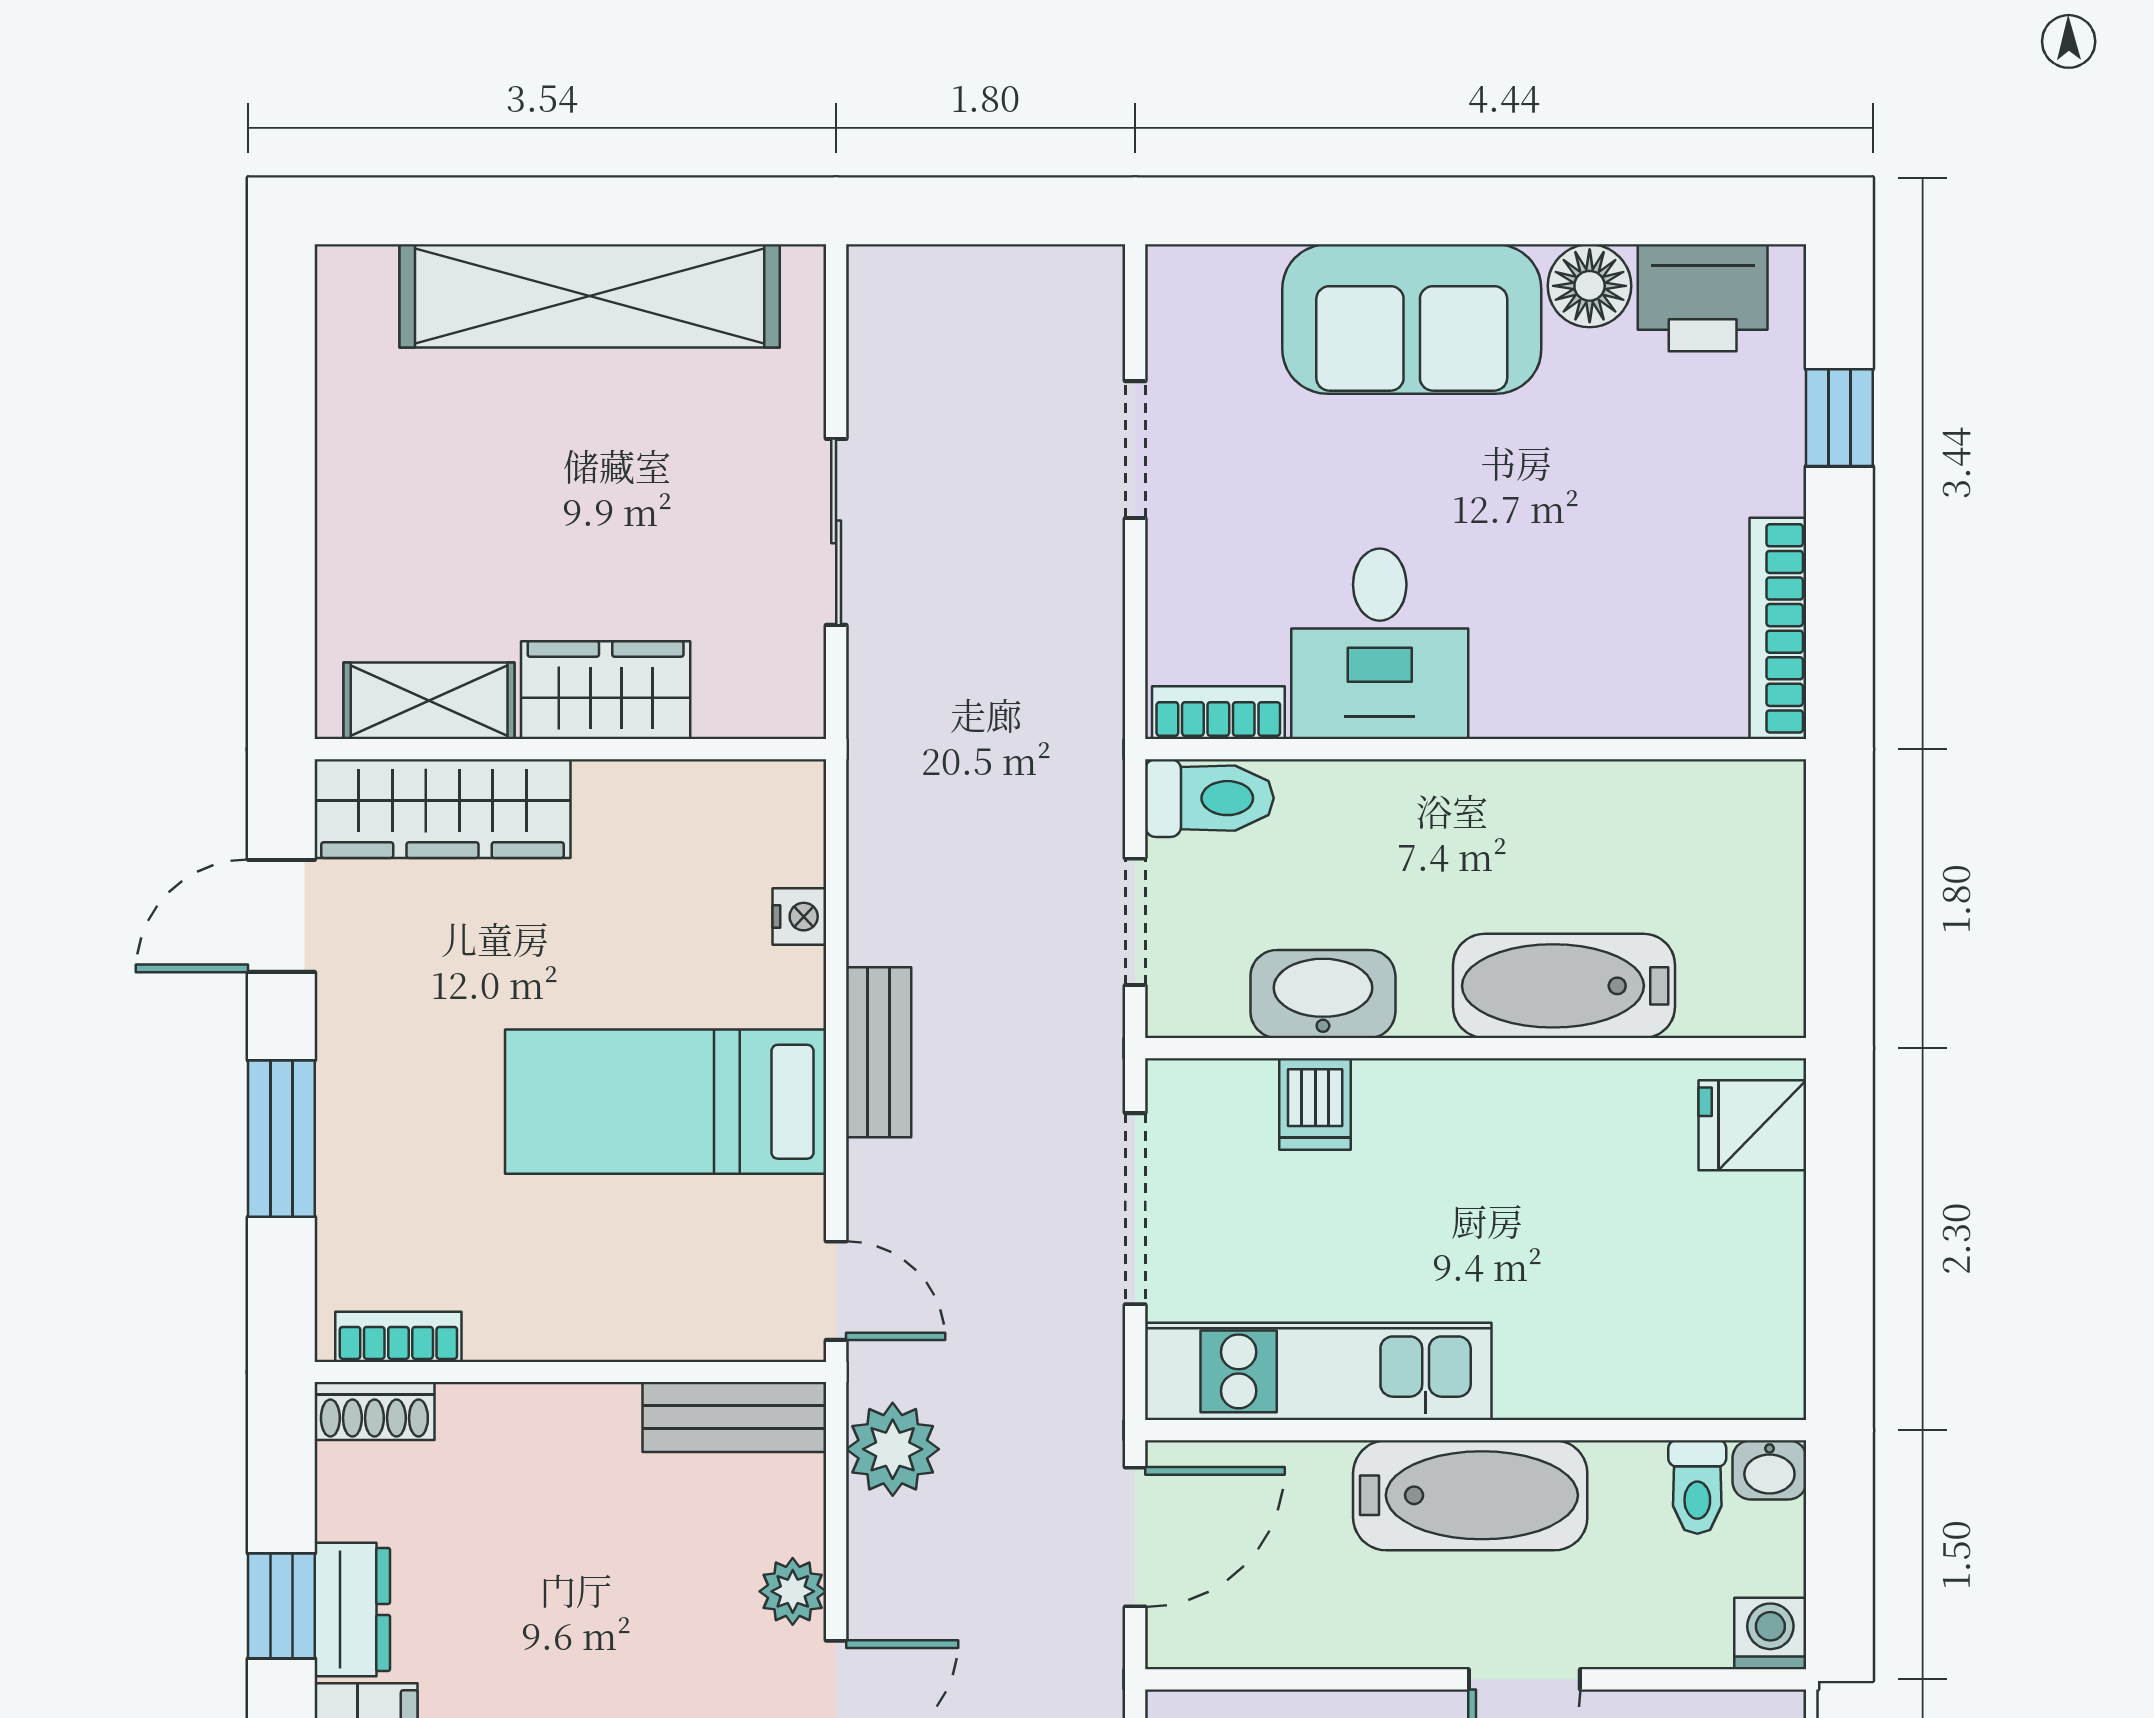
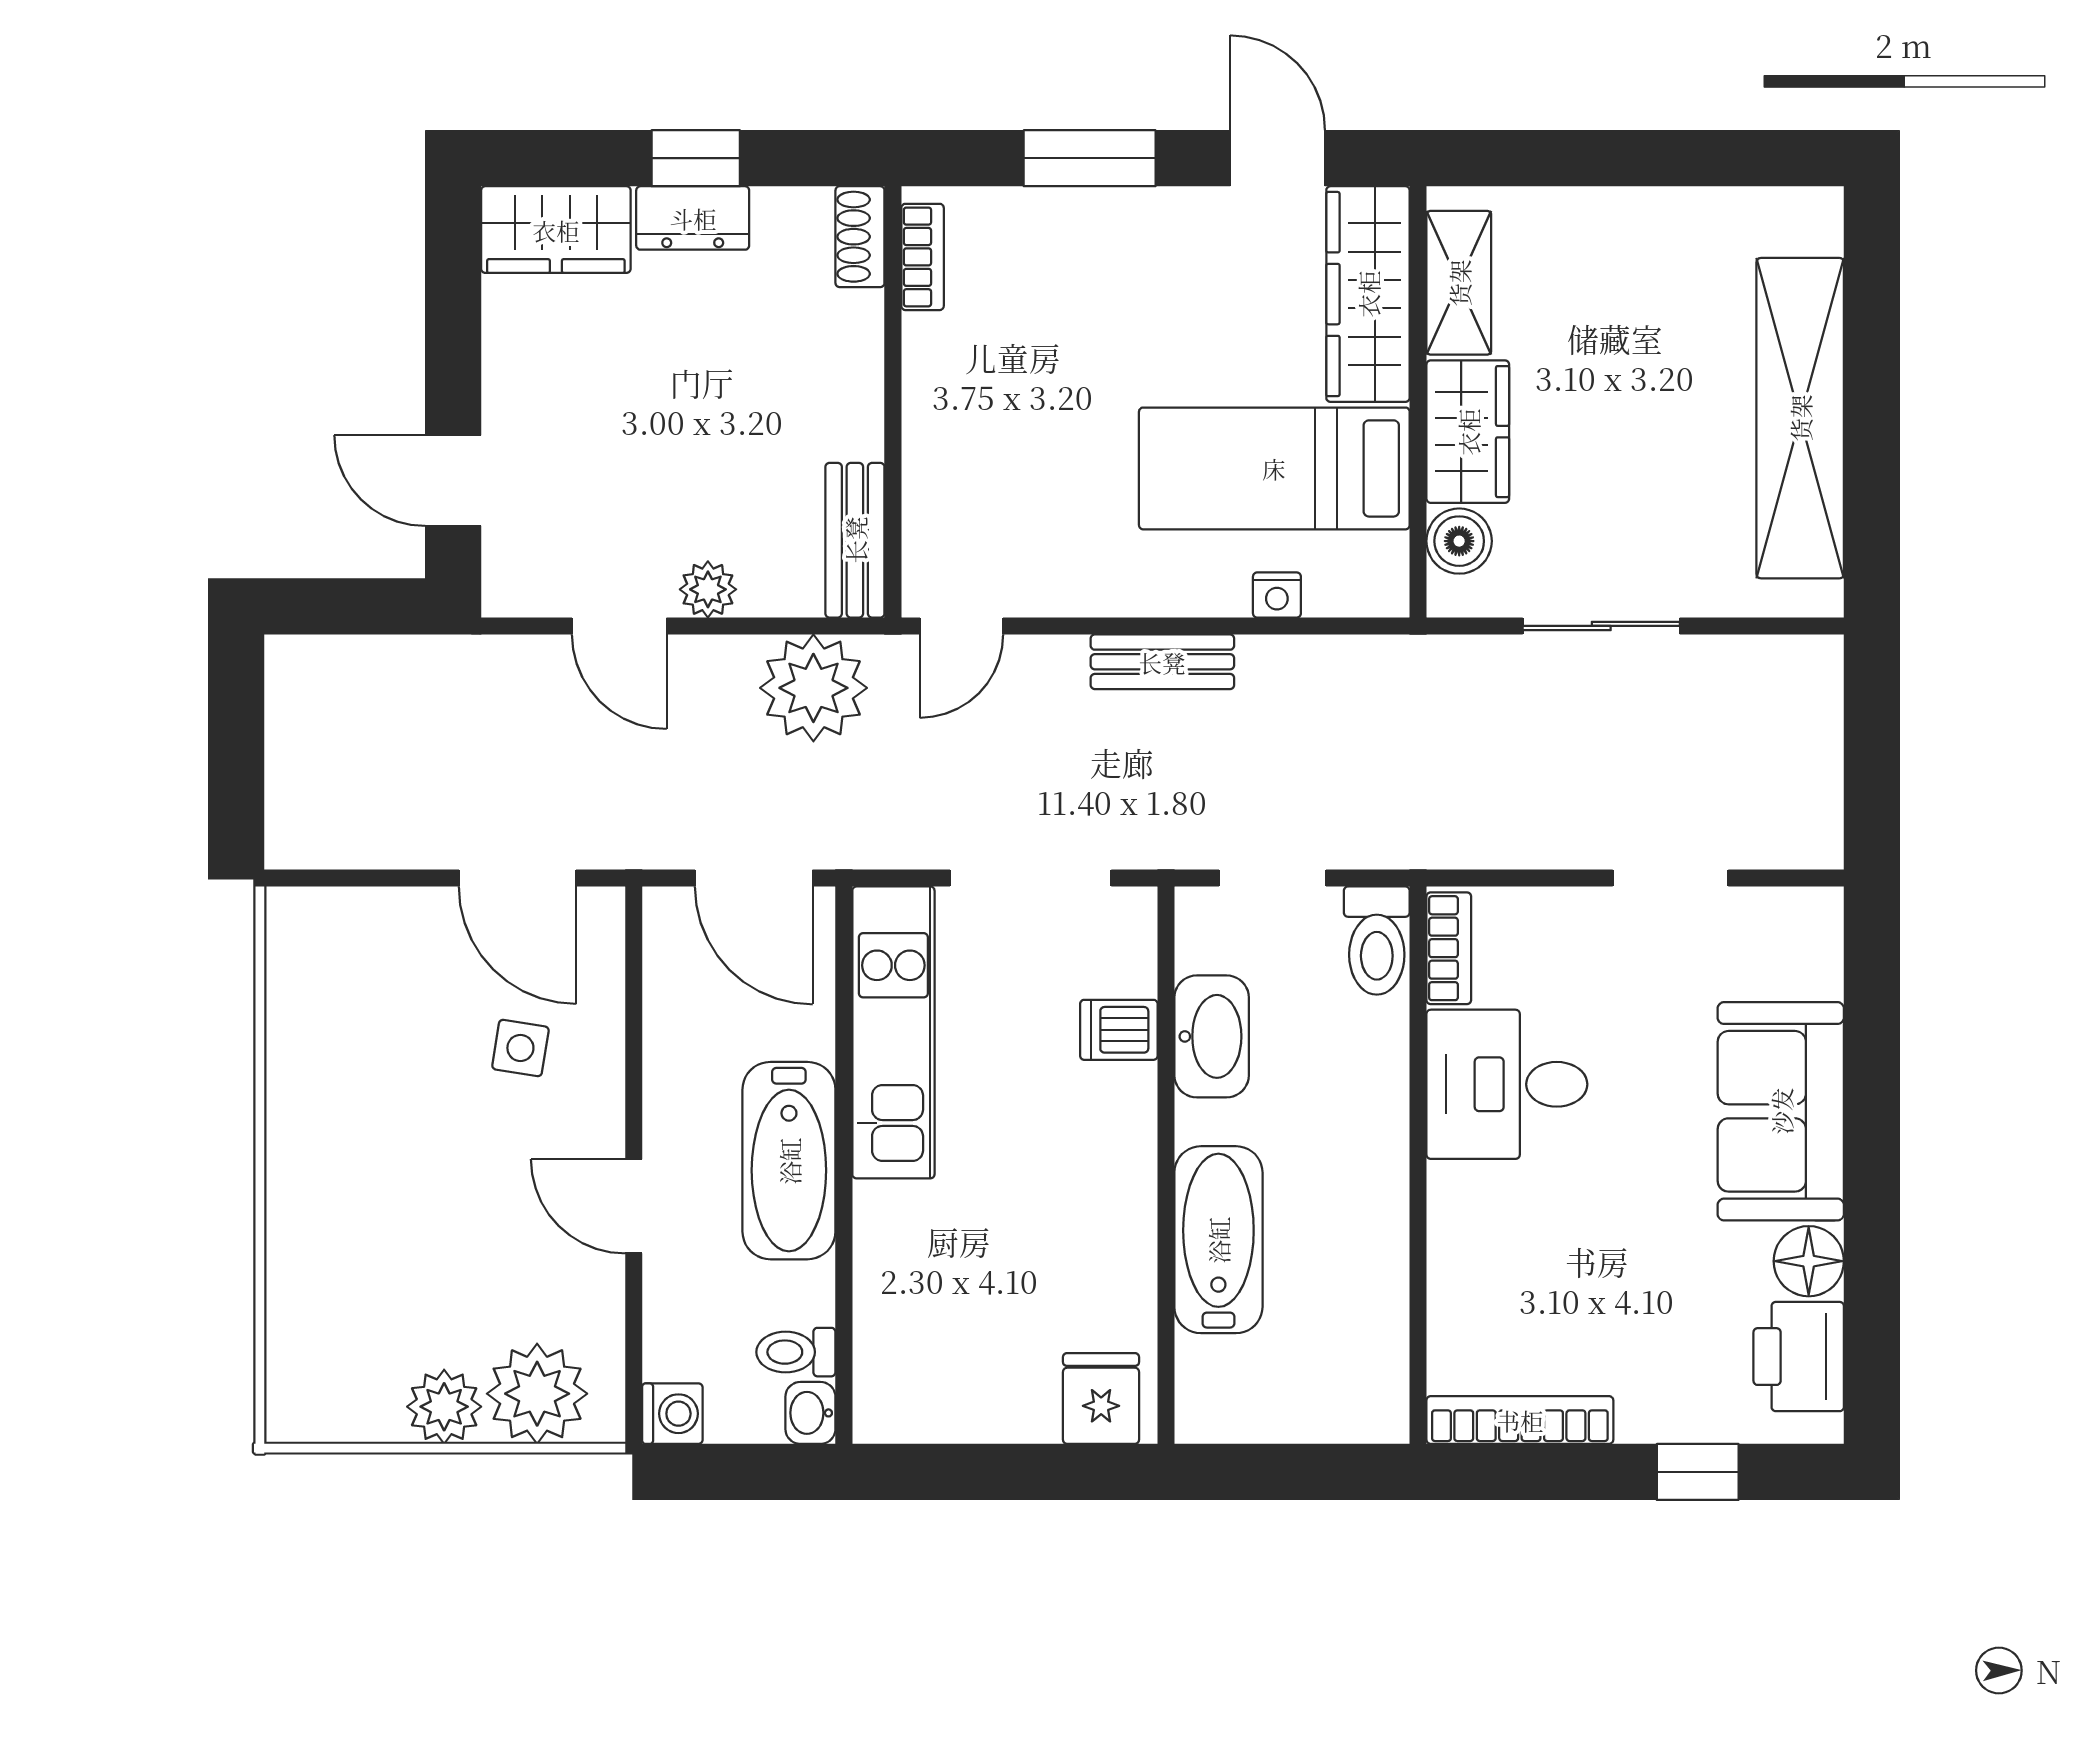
boiler: (735, 700) -> (1459, 541), added
bed: (666, 1102) -> (1274, 468), moved, turned -90
plant: (893, 1449) -> (813, 688), width x1.36, depth x1.36

